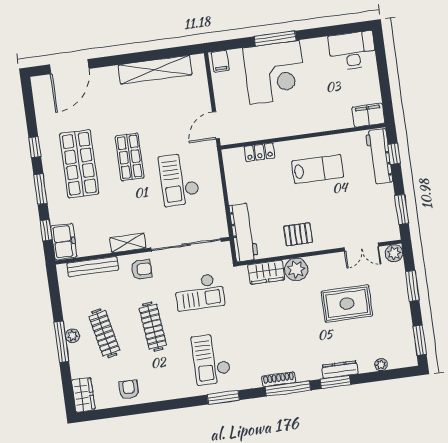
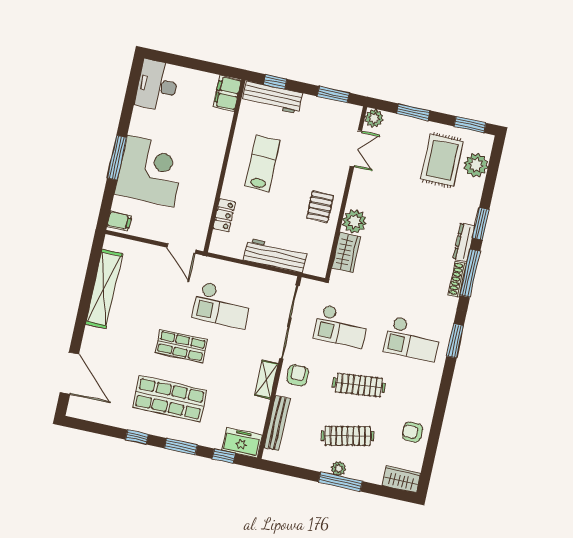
workbench: (243, 232) -> (275, 255), moved
checkout: (199, 292) -> (341, 326), turned 90
rug: (347, 304) -> (442, 160), moved
plant: (381, 365) -> (476, 165), width x1.88, depth x1.88
dresser: (340, 370) -> (464, 242), moved

